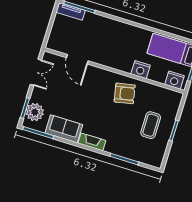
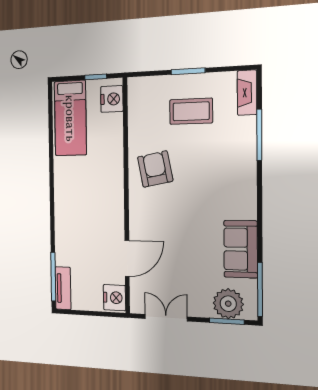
nightstand: (141, 70) -> (114, 298), moved
fireplace: (92, 142) -> (247, 93), moved

